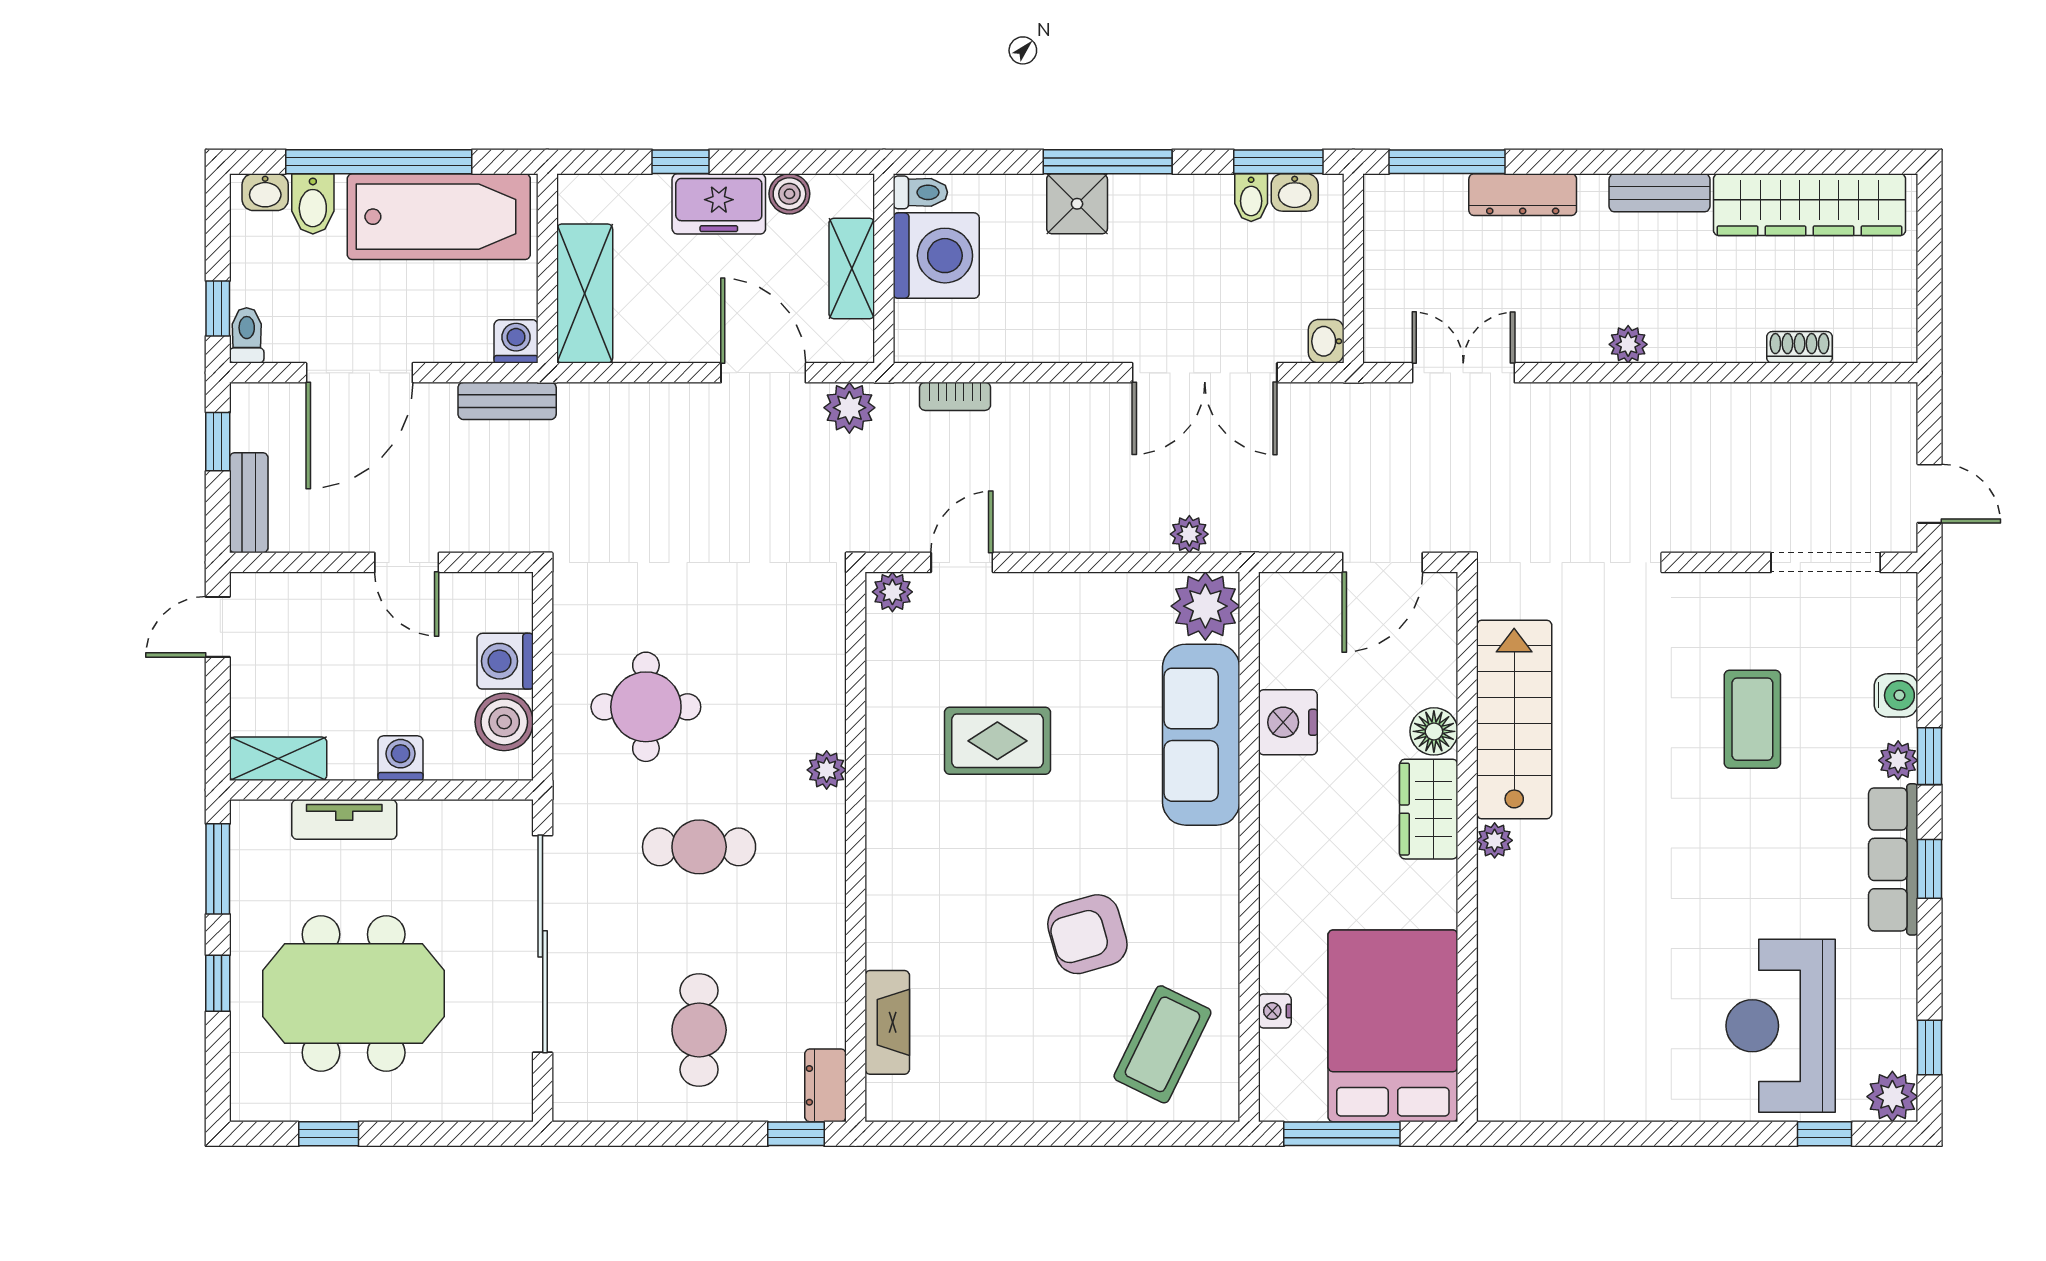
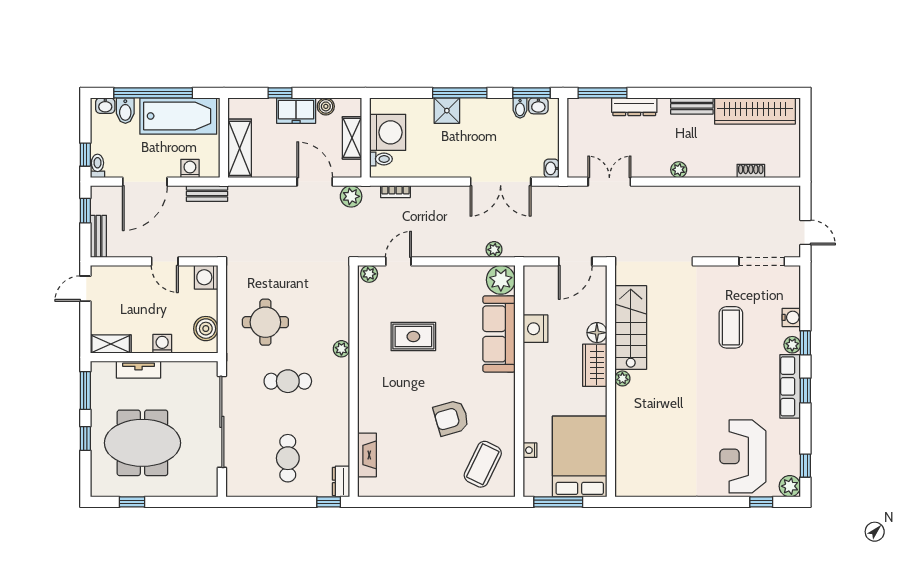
toilet: (920, 192) -> (381, 159), moved
washing machine: (516, 341) -> (190, 169), moved
washing machine: (505, 661) -> (206, 277), moved

